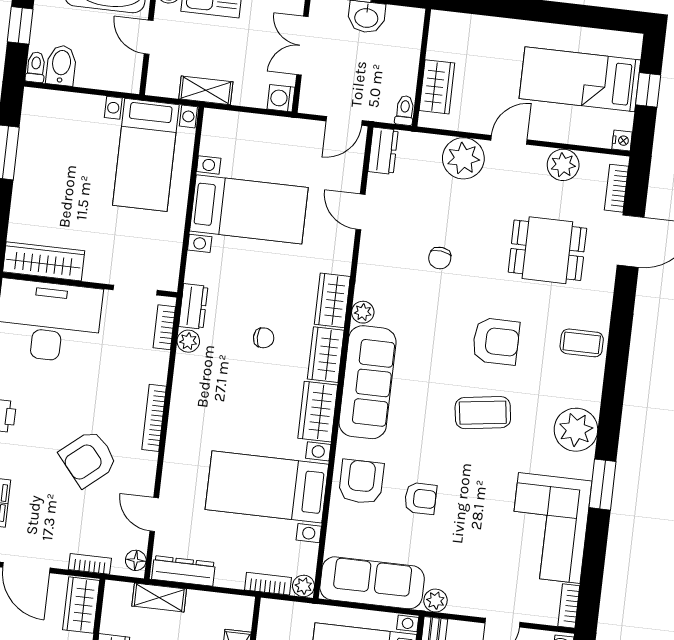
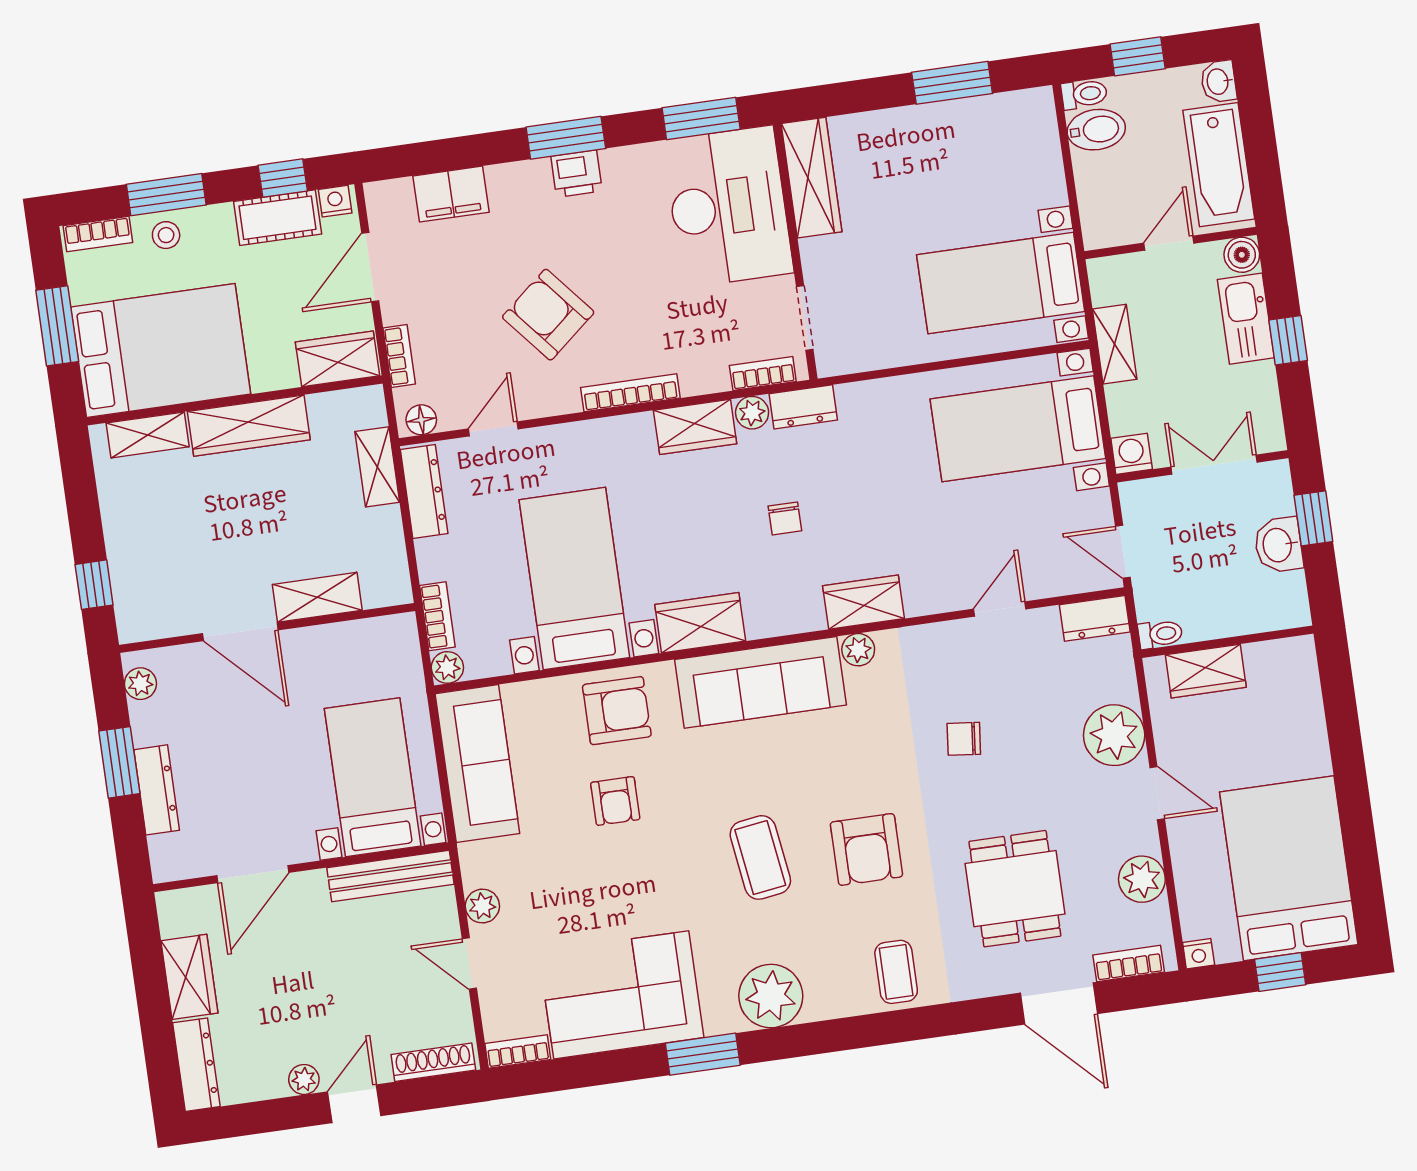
bed: (580, 79) -> (1289, 868), width x1.50
bed with nightstands: (249, 209) -> (1018, 429), moved, turned 90
wardrobe: (326, 355) -> (695, 427), moved, turned 180
plant: (435, 601) -> (482, 906), moved

